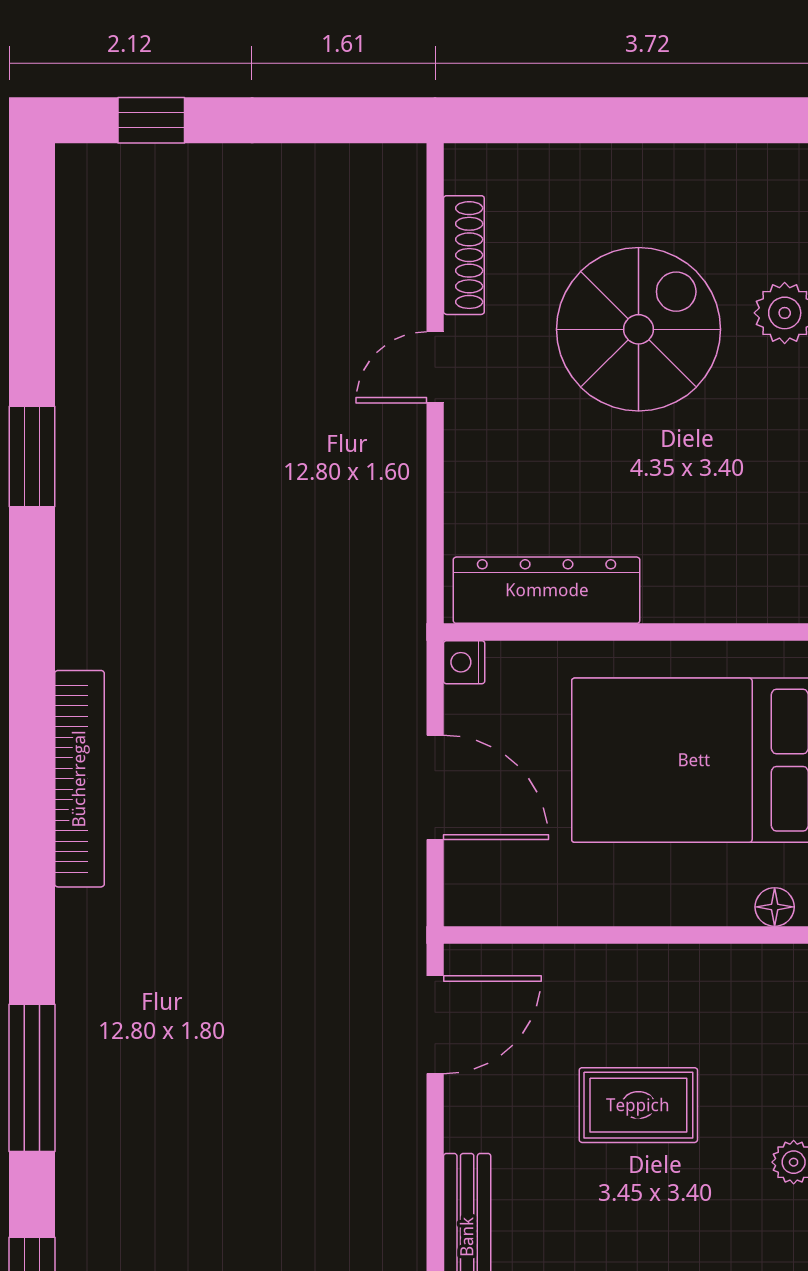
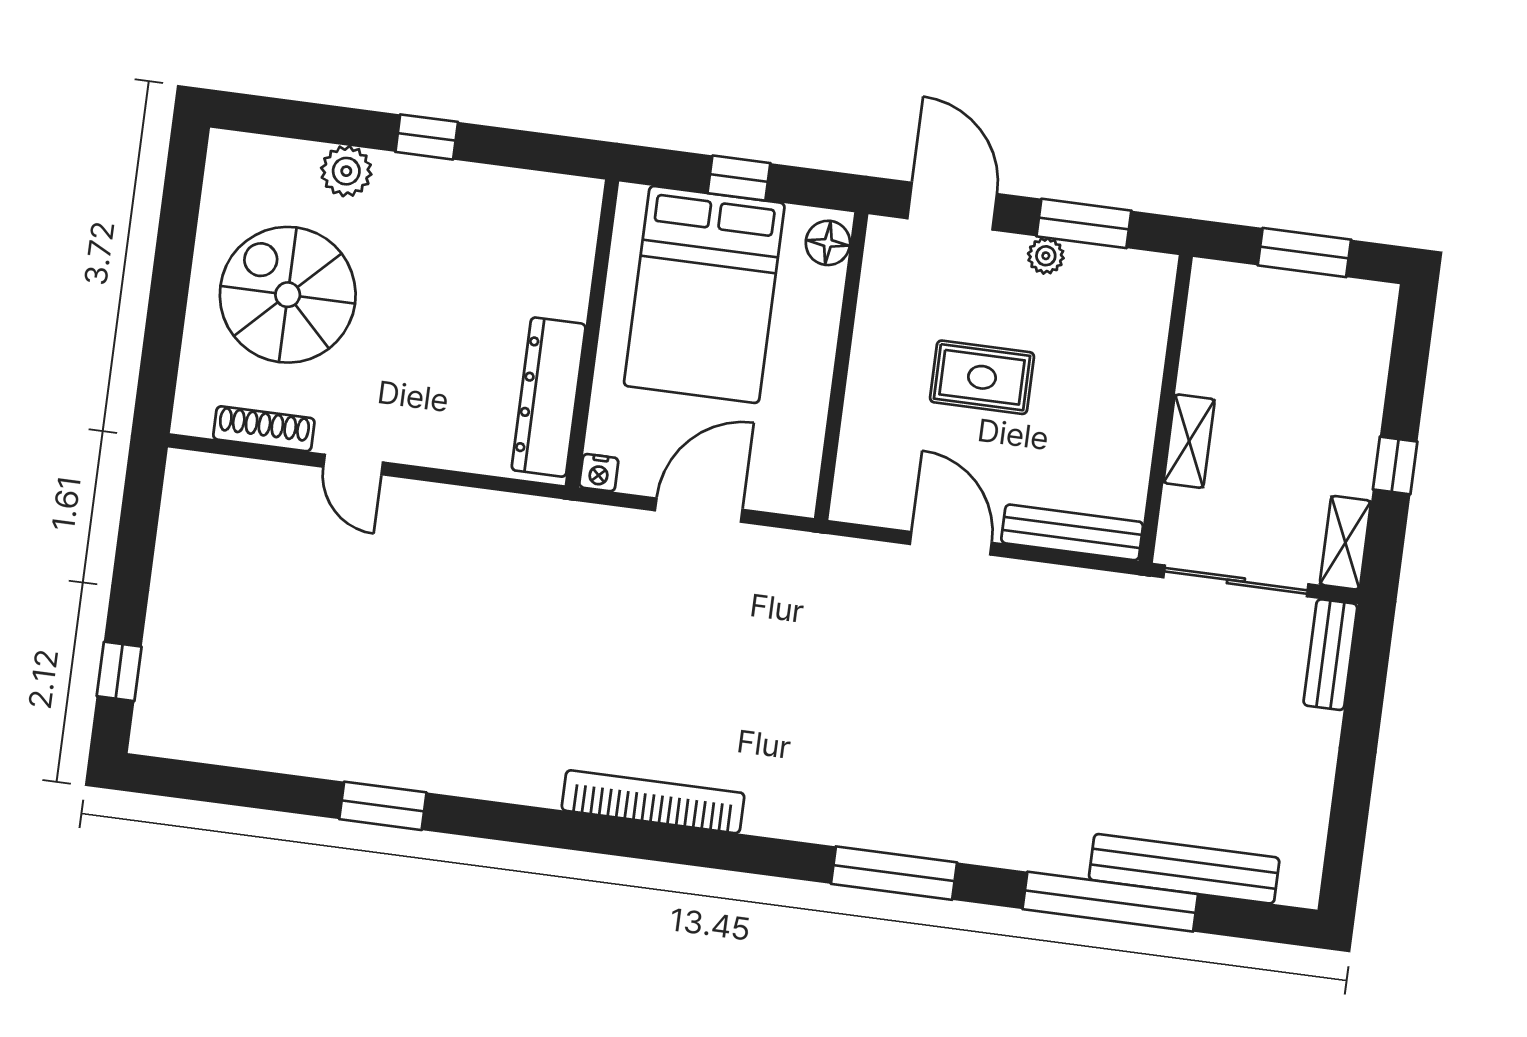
spiral stairs: (639, 329) -> (288, 295), moved
floor lamp: (775, 907) -> (828, 243), width x1.37, depth x1.37
door: (435, 1025) -> (951, 543), moved
rug: (638, 1105) -> (982, 377), turned 90

